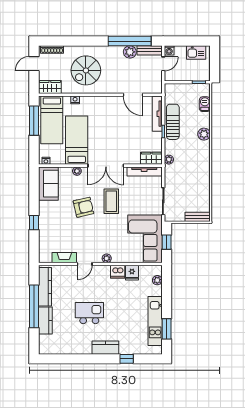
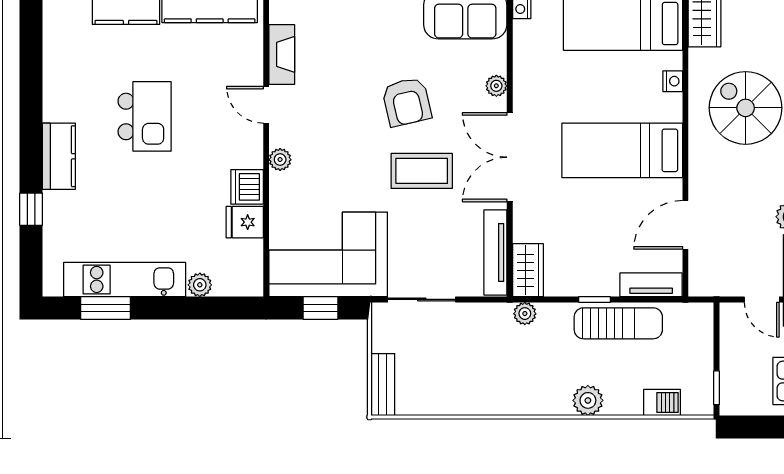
tv unit: (157, 114) -> (651, 285), width x0.71
bed: (77, 140) -> (622, 150), moved, turned 180
plant: (157, 280) -> (200, 285), moved

